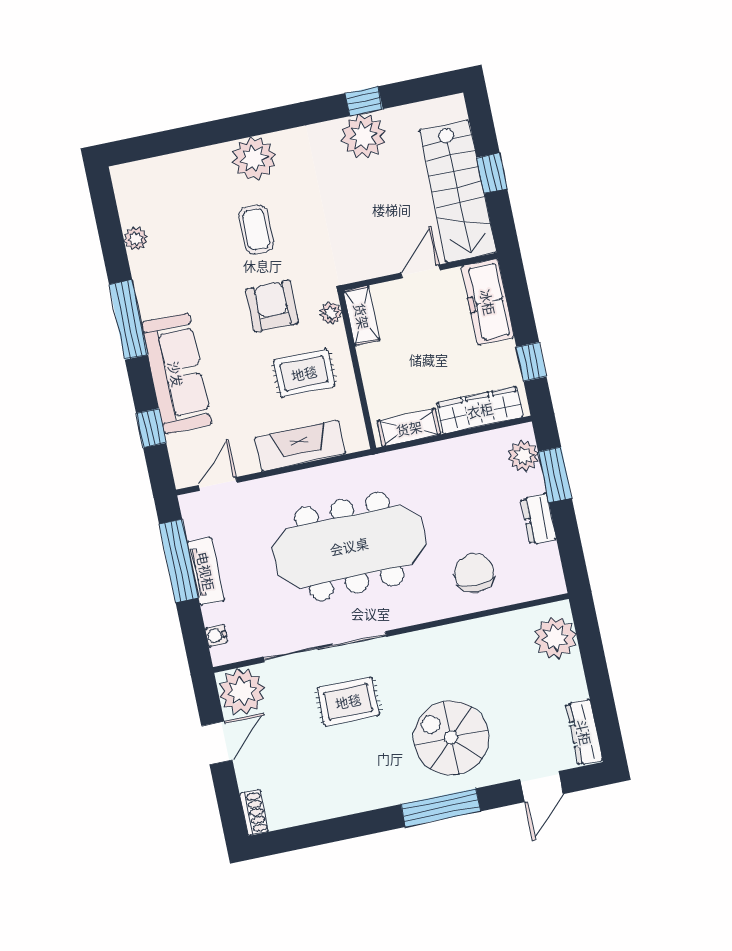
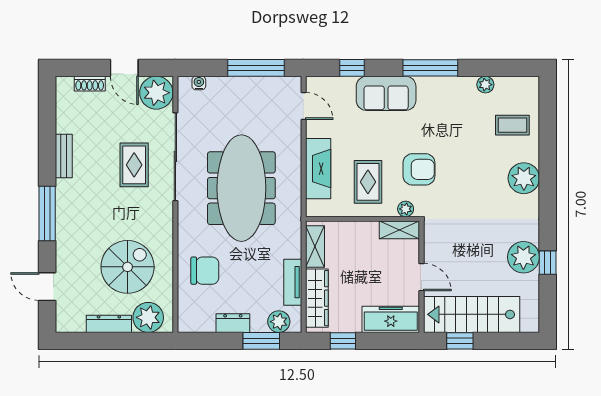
window: (492, 173) -> (460, 341), moved
coffee table: (256, 230) -> (512, 125), moved
sofa: (176, 374) -> (386, 93), width x0.73
tv unit: (206, 571) -> (293, 282), moved, turned 90
dresser: (584, 732) -> (109, 324), moved
spiral stairs: (451, 738) -> (128, 267), moved
bench: (356, 801) -> (64, 156), added
shoe rack: (254, 813) -> (90, 84), moved

